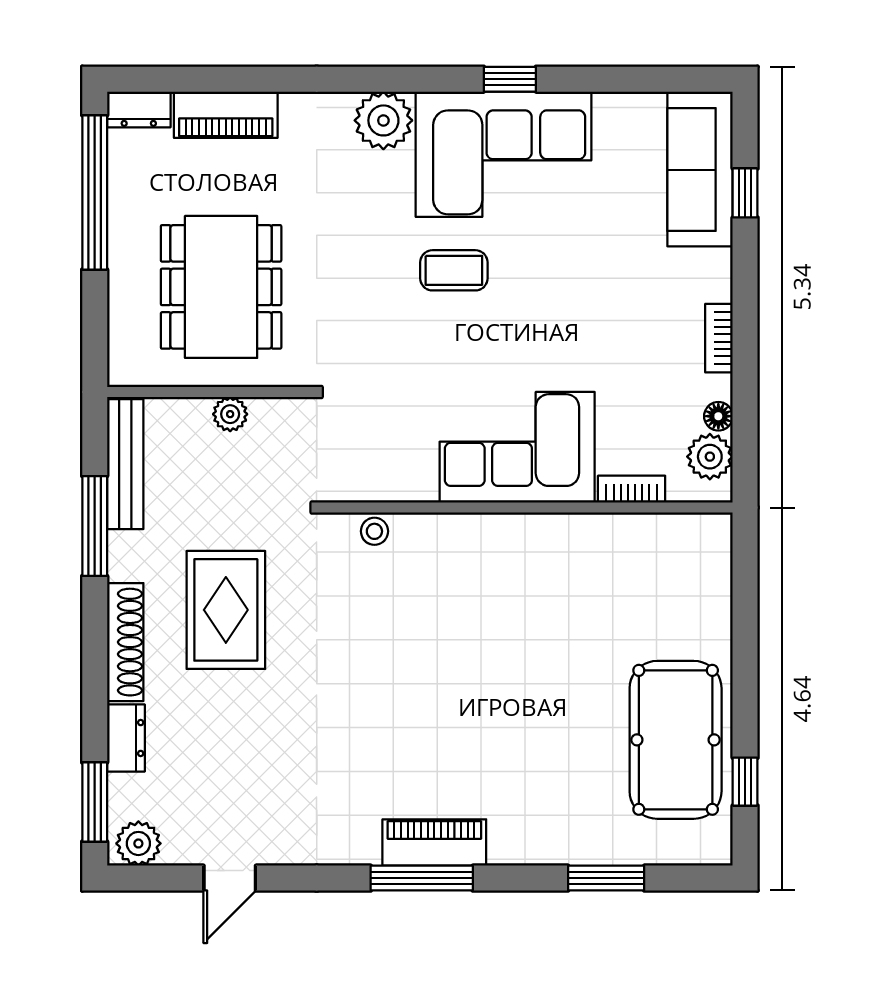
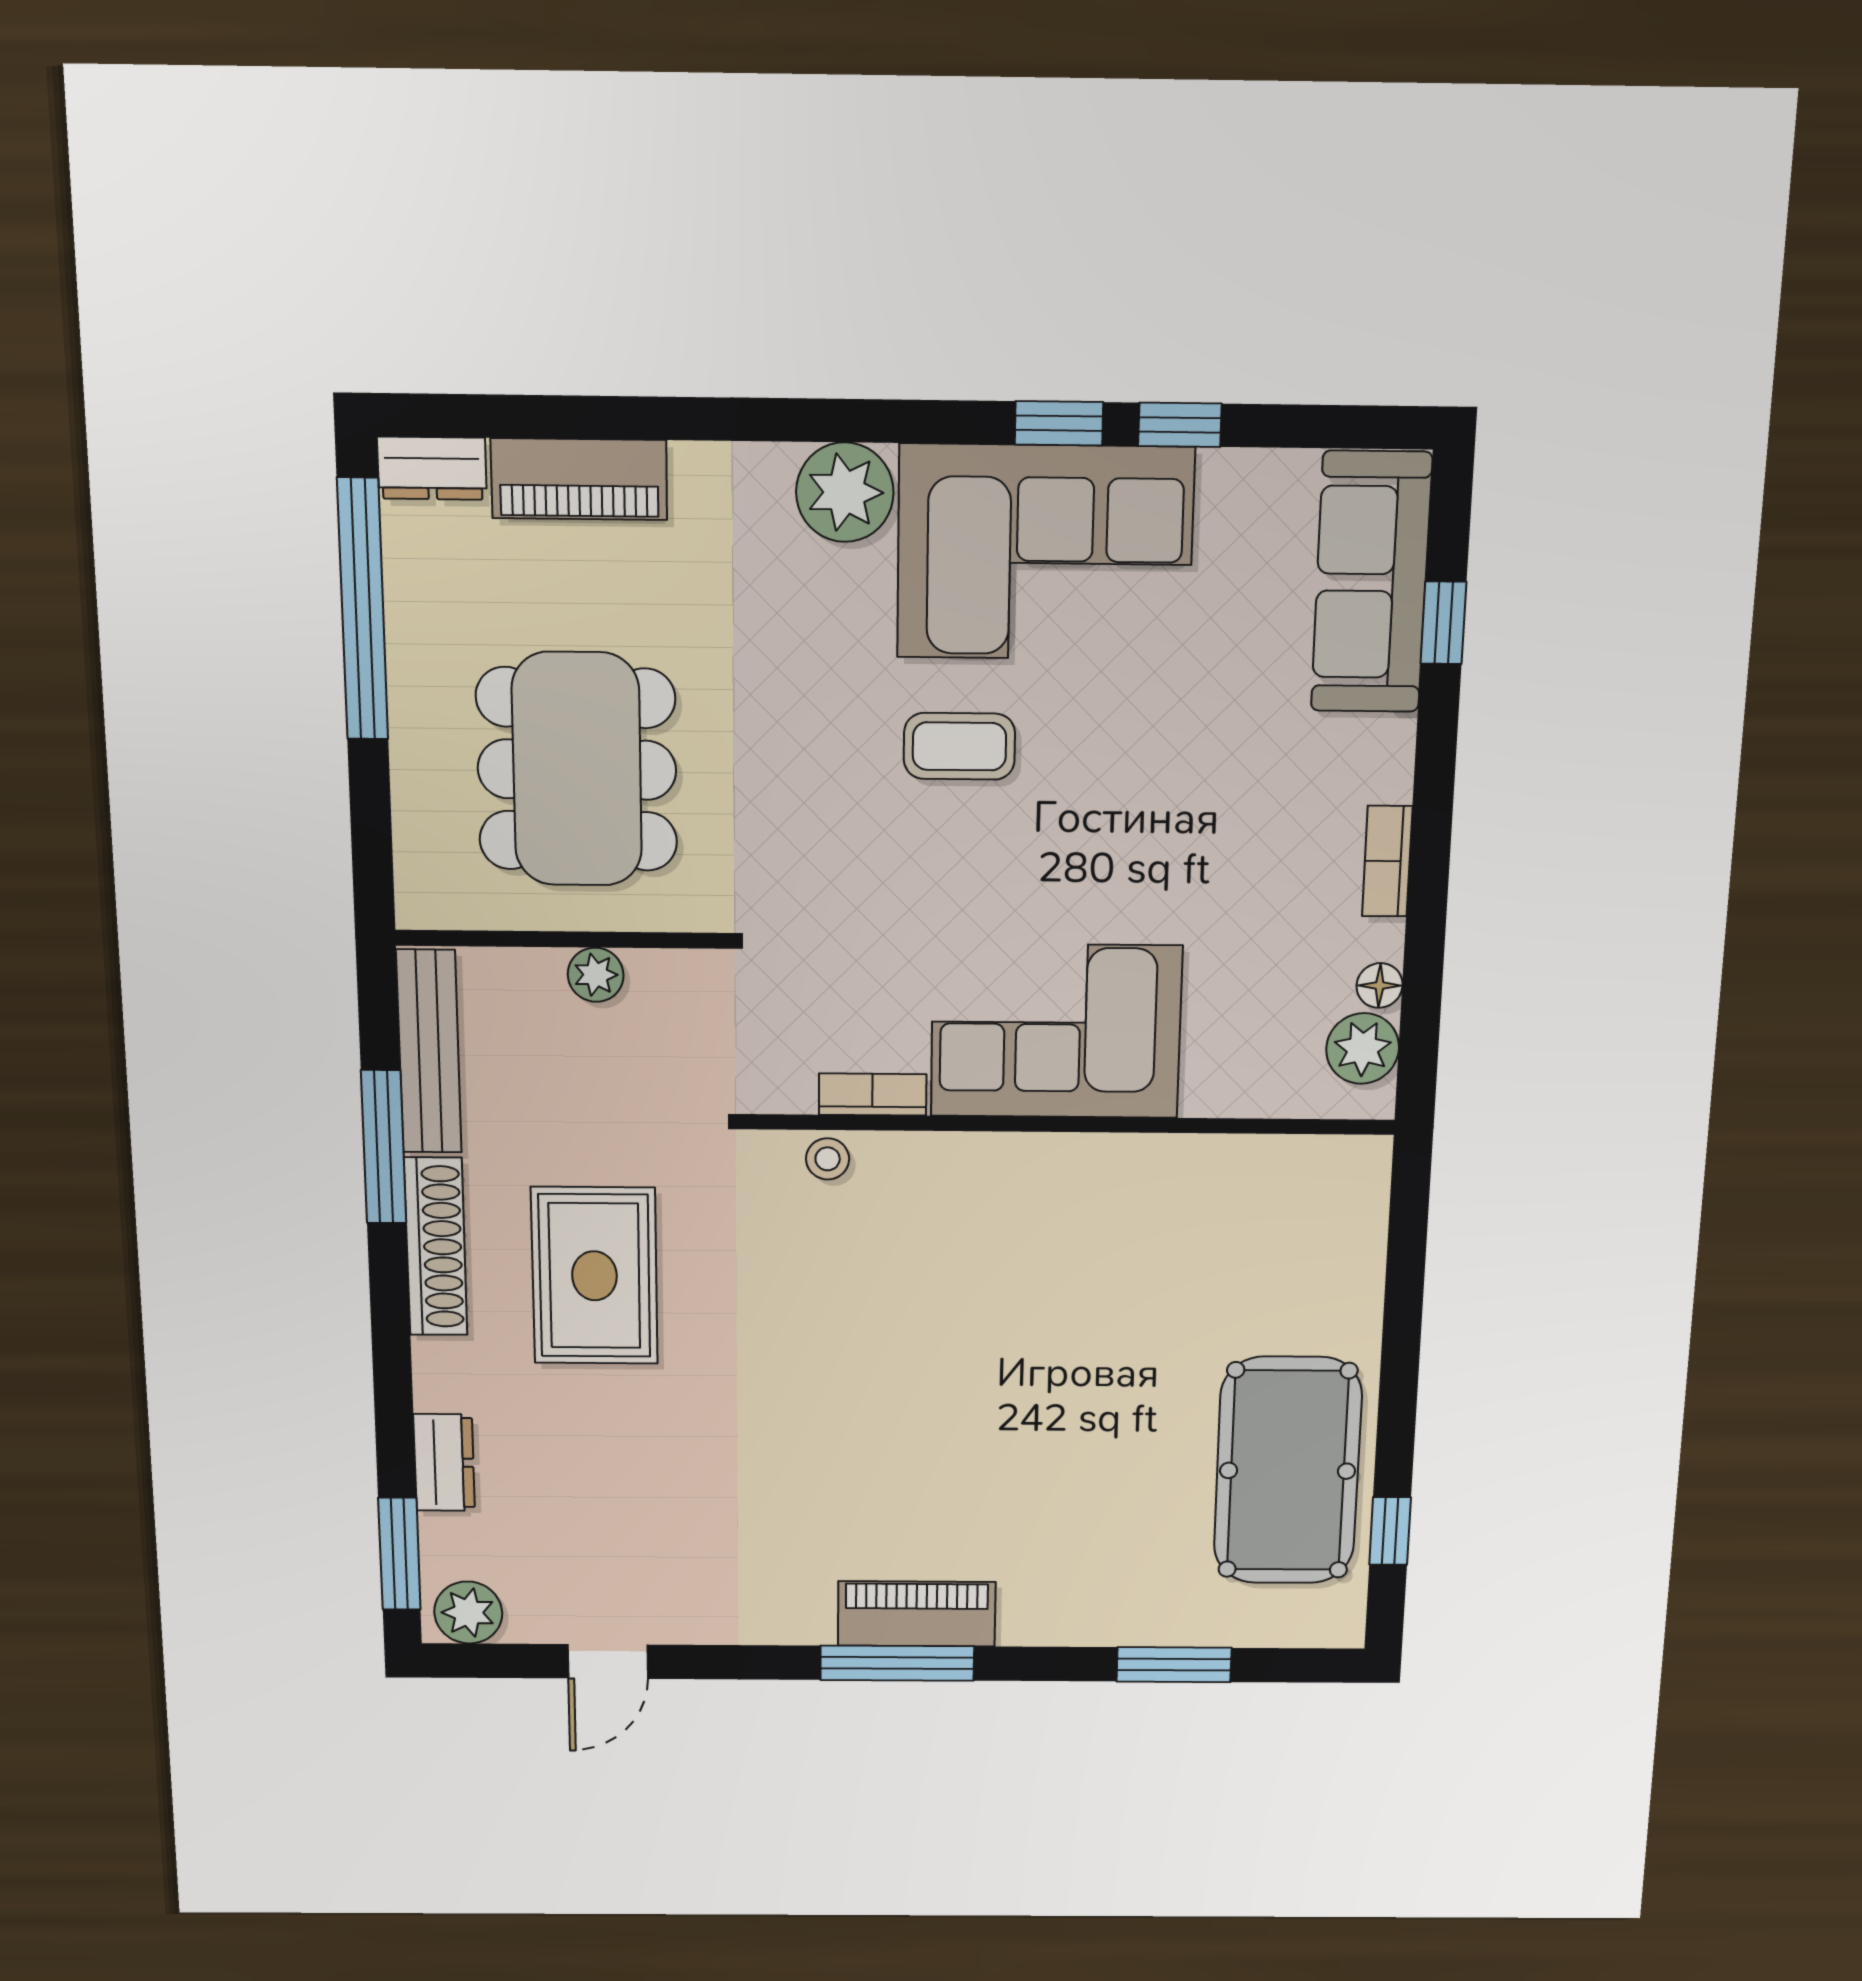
window: (582, 79) -> (1180, 425), added
bookcase: (632, 489) -> (873, 1095), moved
shoe rack: (125, 642) -> (436, 1247), moved

